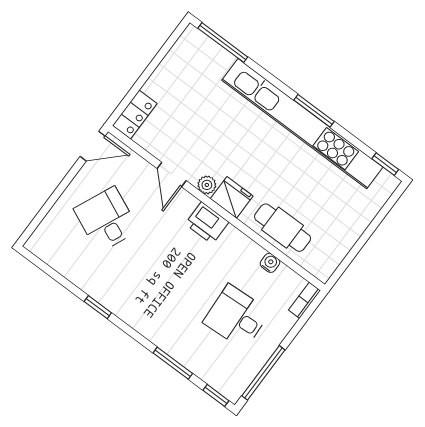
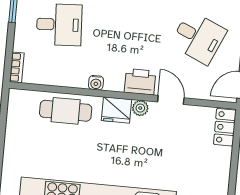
printer: (207, 223) -> (140, 82), moved
water cooler: (270, 263) -> (96, 83), moved

